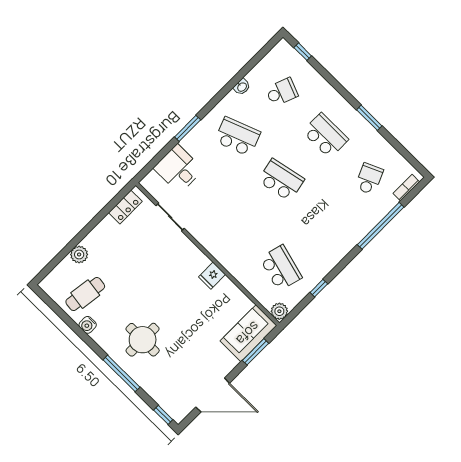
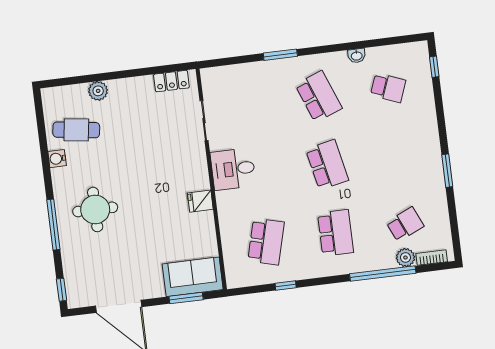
school desk: (325, 135) -> (336, 233), moved
desk: (178, 169) -> (233, 169), moved, turned -90
plant: (279, 311) -> (405, 258), moved

